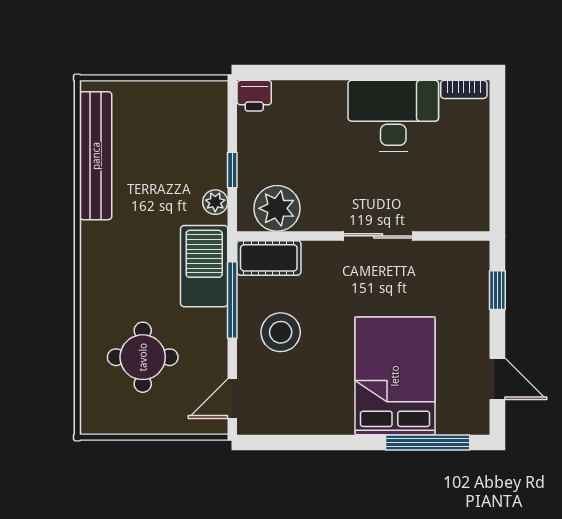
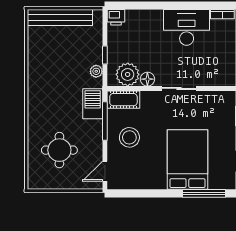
bench: (96, 156) -> (60, 18), moved, turned 90
floor lamp: (316, 217) -> (147, 79), added
barbecue: (204, 266) -> (93, 104), width x0.73, depth x0.83

